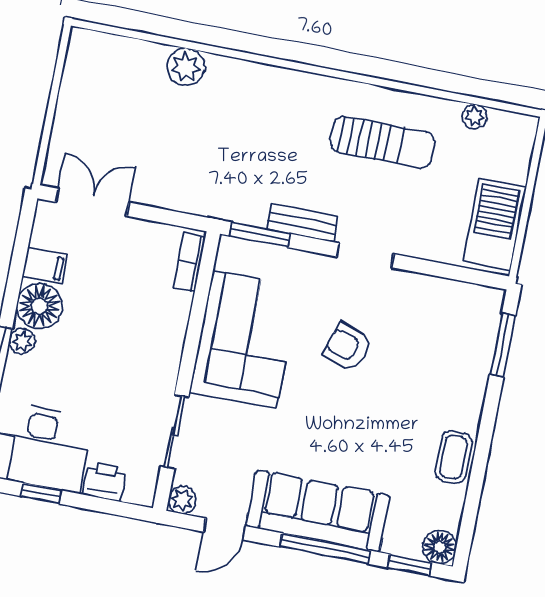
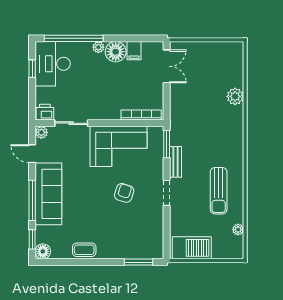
bookcase: (189, 262) -> (141, 115), width x1.56
printer: (104, 481) -> (45, 112), moved, turned -90

